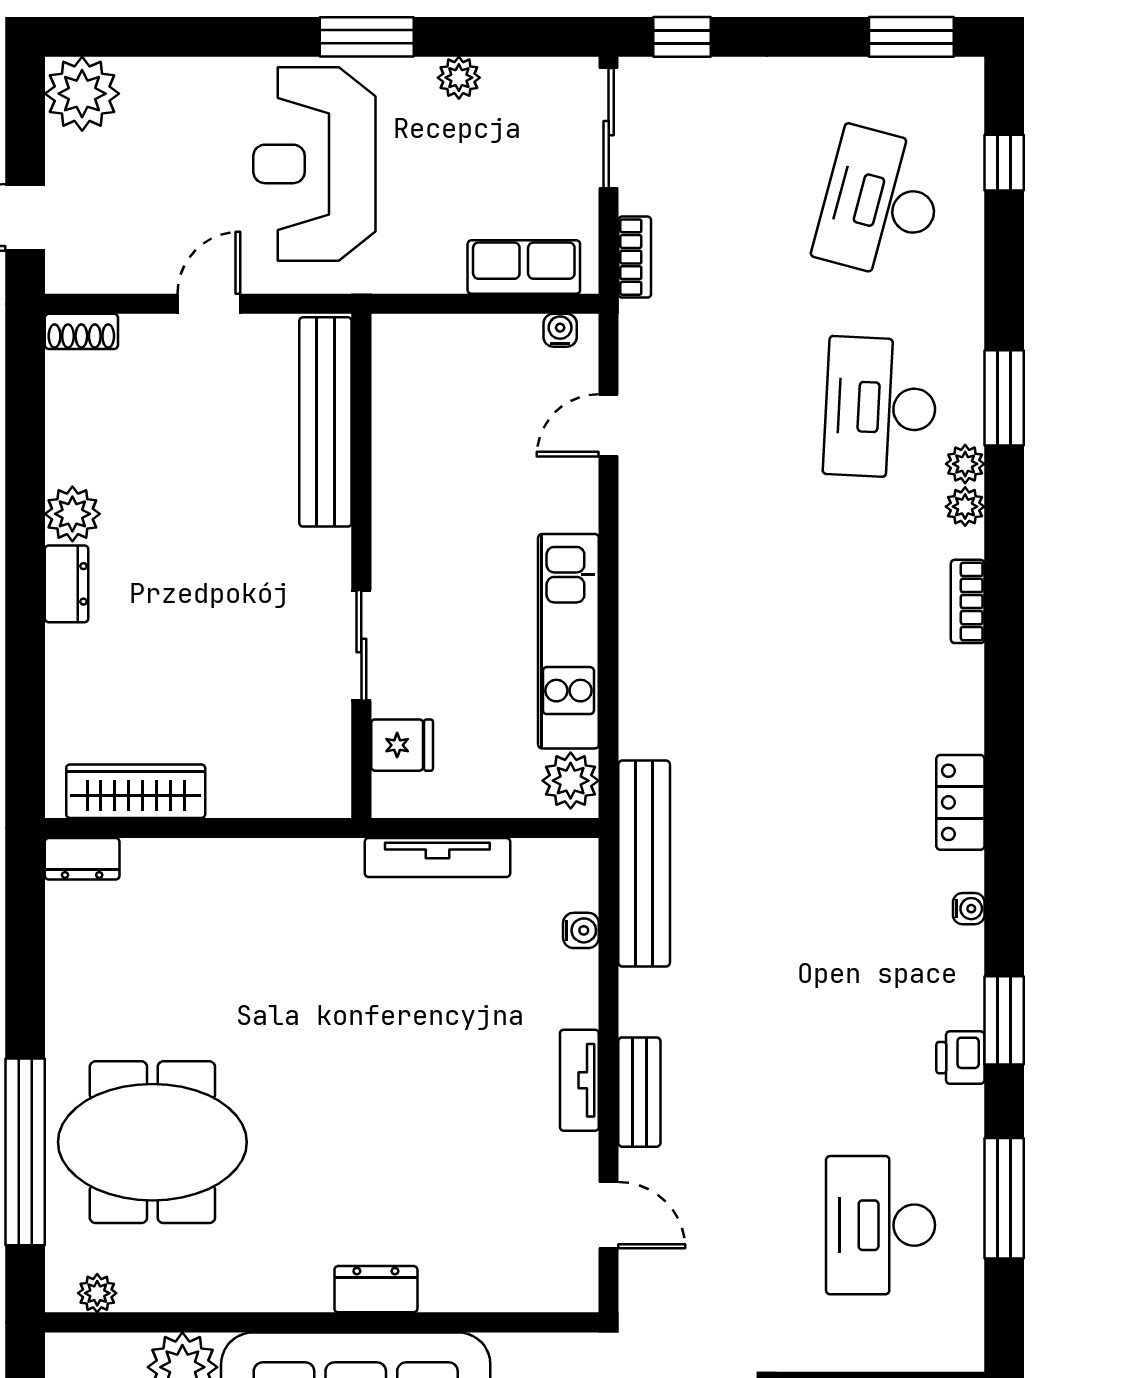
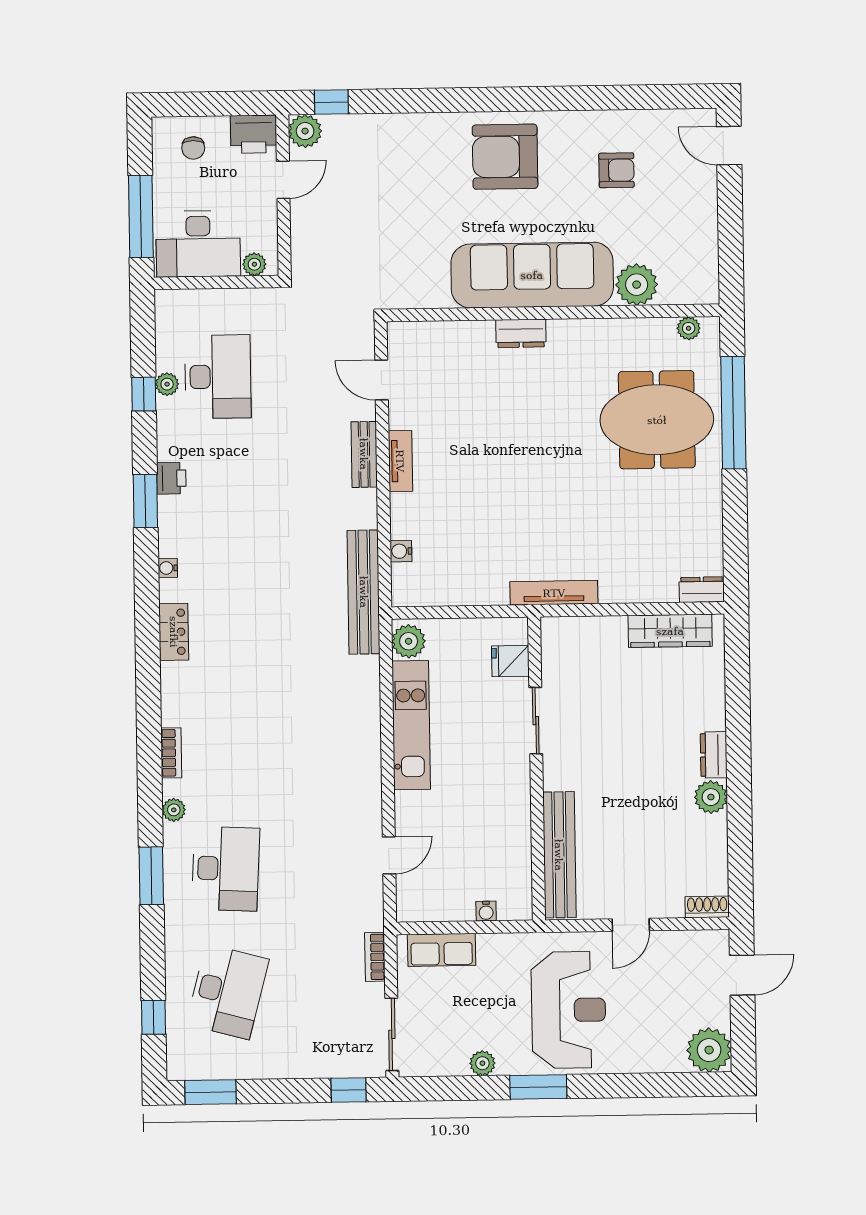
water cooler: (560, 330) -> (486, 911), moved
plant: (965, 464) -> (167, 384), moved
tv unit: (437, 857) -> (554, 593), moved
window: (1004, 1198) -> (144, 394), width x0.46

